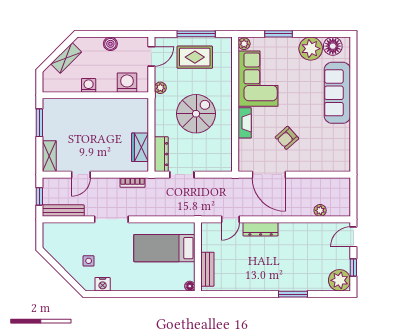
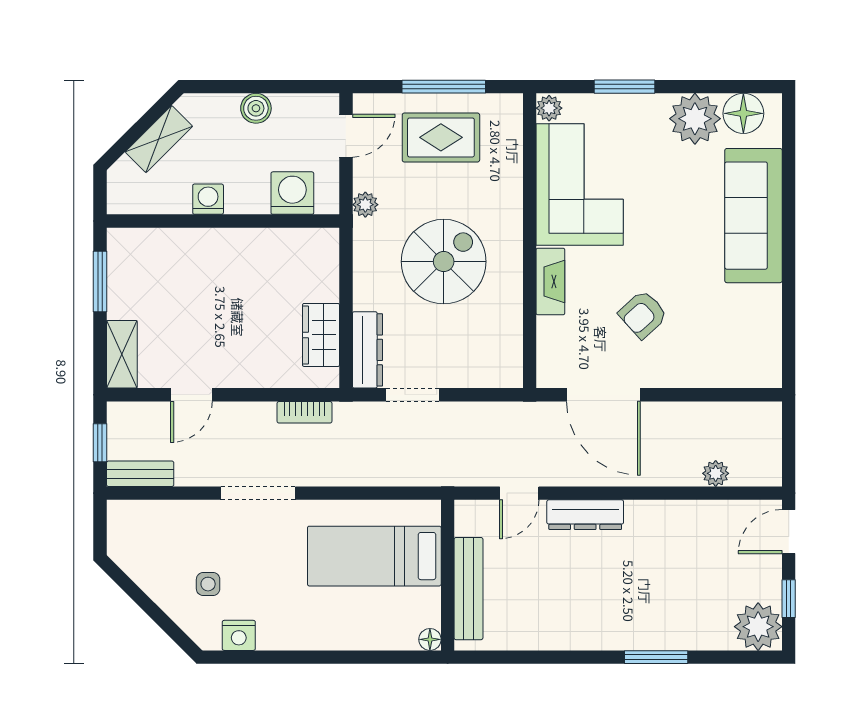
bench: (63, 211) -> (140, 474), width x0.73
bench: (207, 269) -> (468, 589), width x1.36

